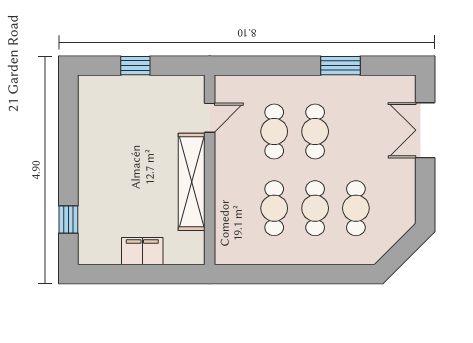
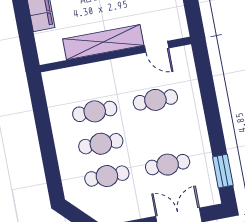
window: (340, 66) -> (223, 171), moved
cafe table: (315, 132) -> (168, 165), moved

